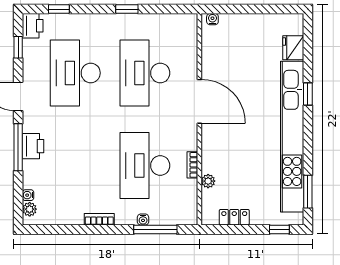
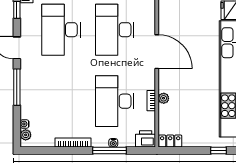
printer: (33, 146) -> (146, 139), moved, turned -90
plant: (208, 181) -> (164, 98), moved
locker: (234, 217) -> (170, 141), moved
bookcase: (99, 219) -> (73, 143), width x1.56
window: (155, 229) -> (109, 150), moved

